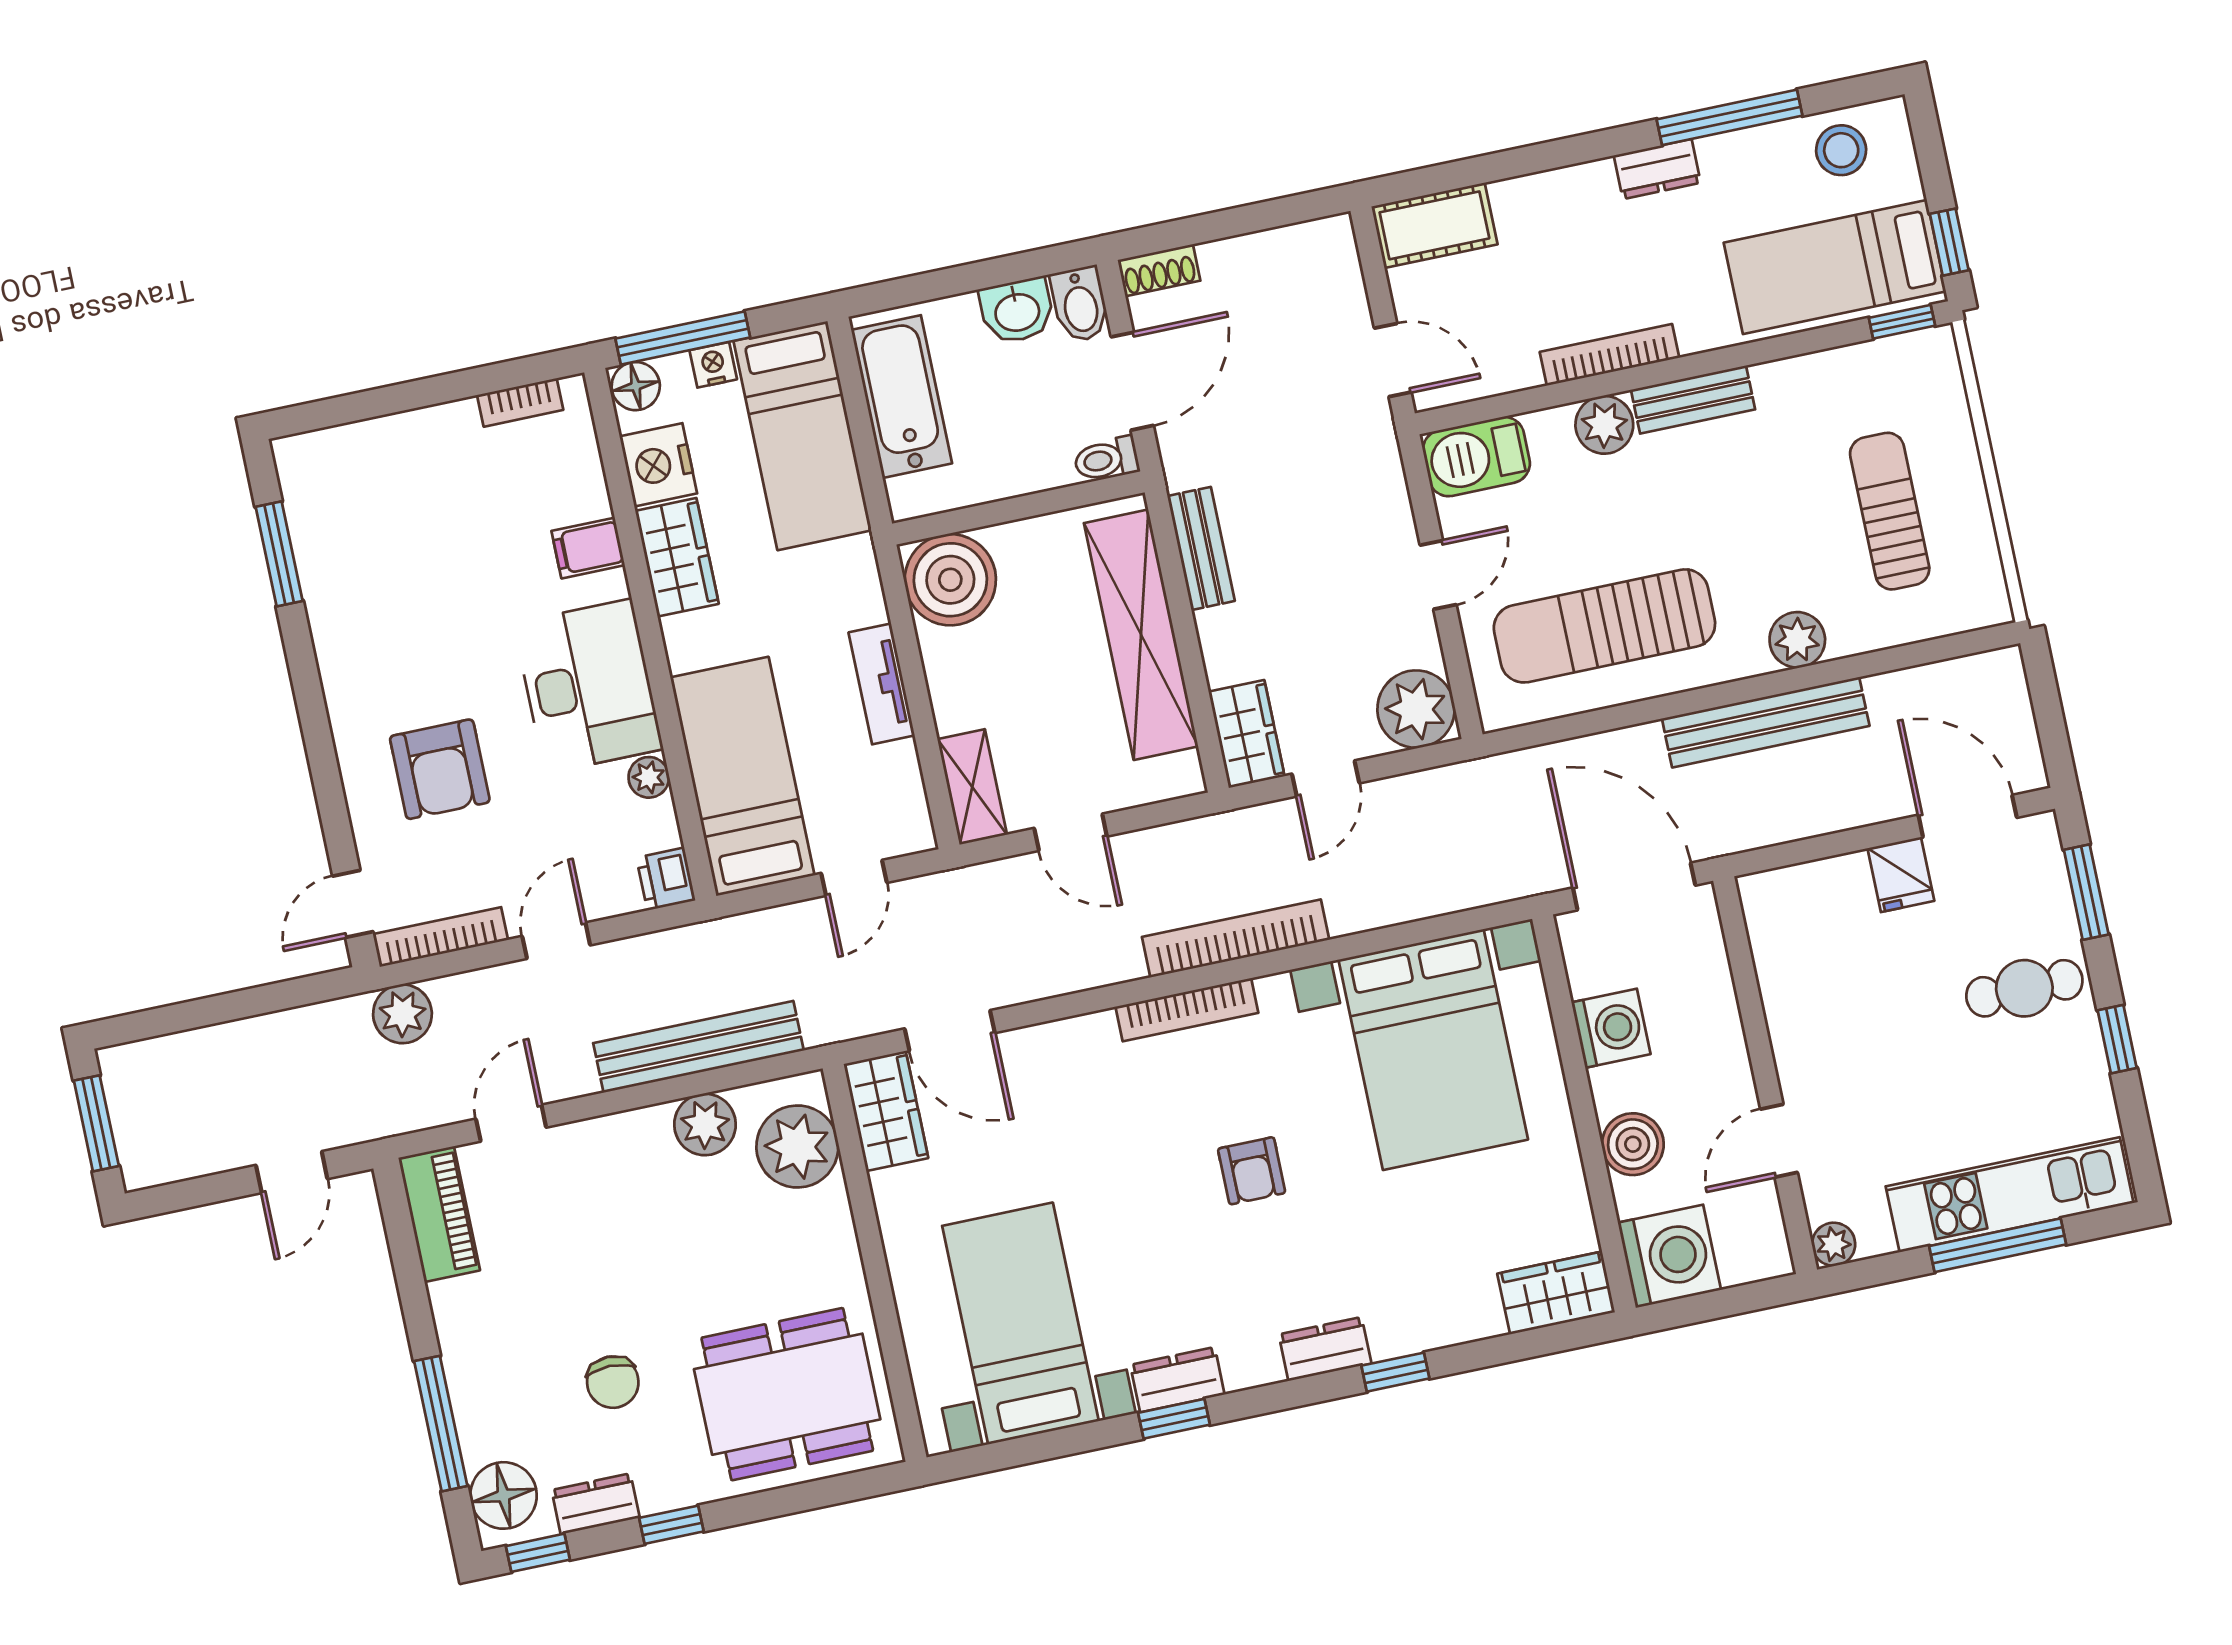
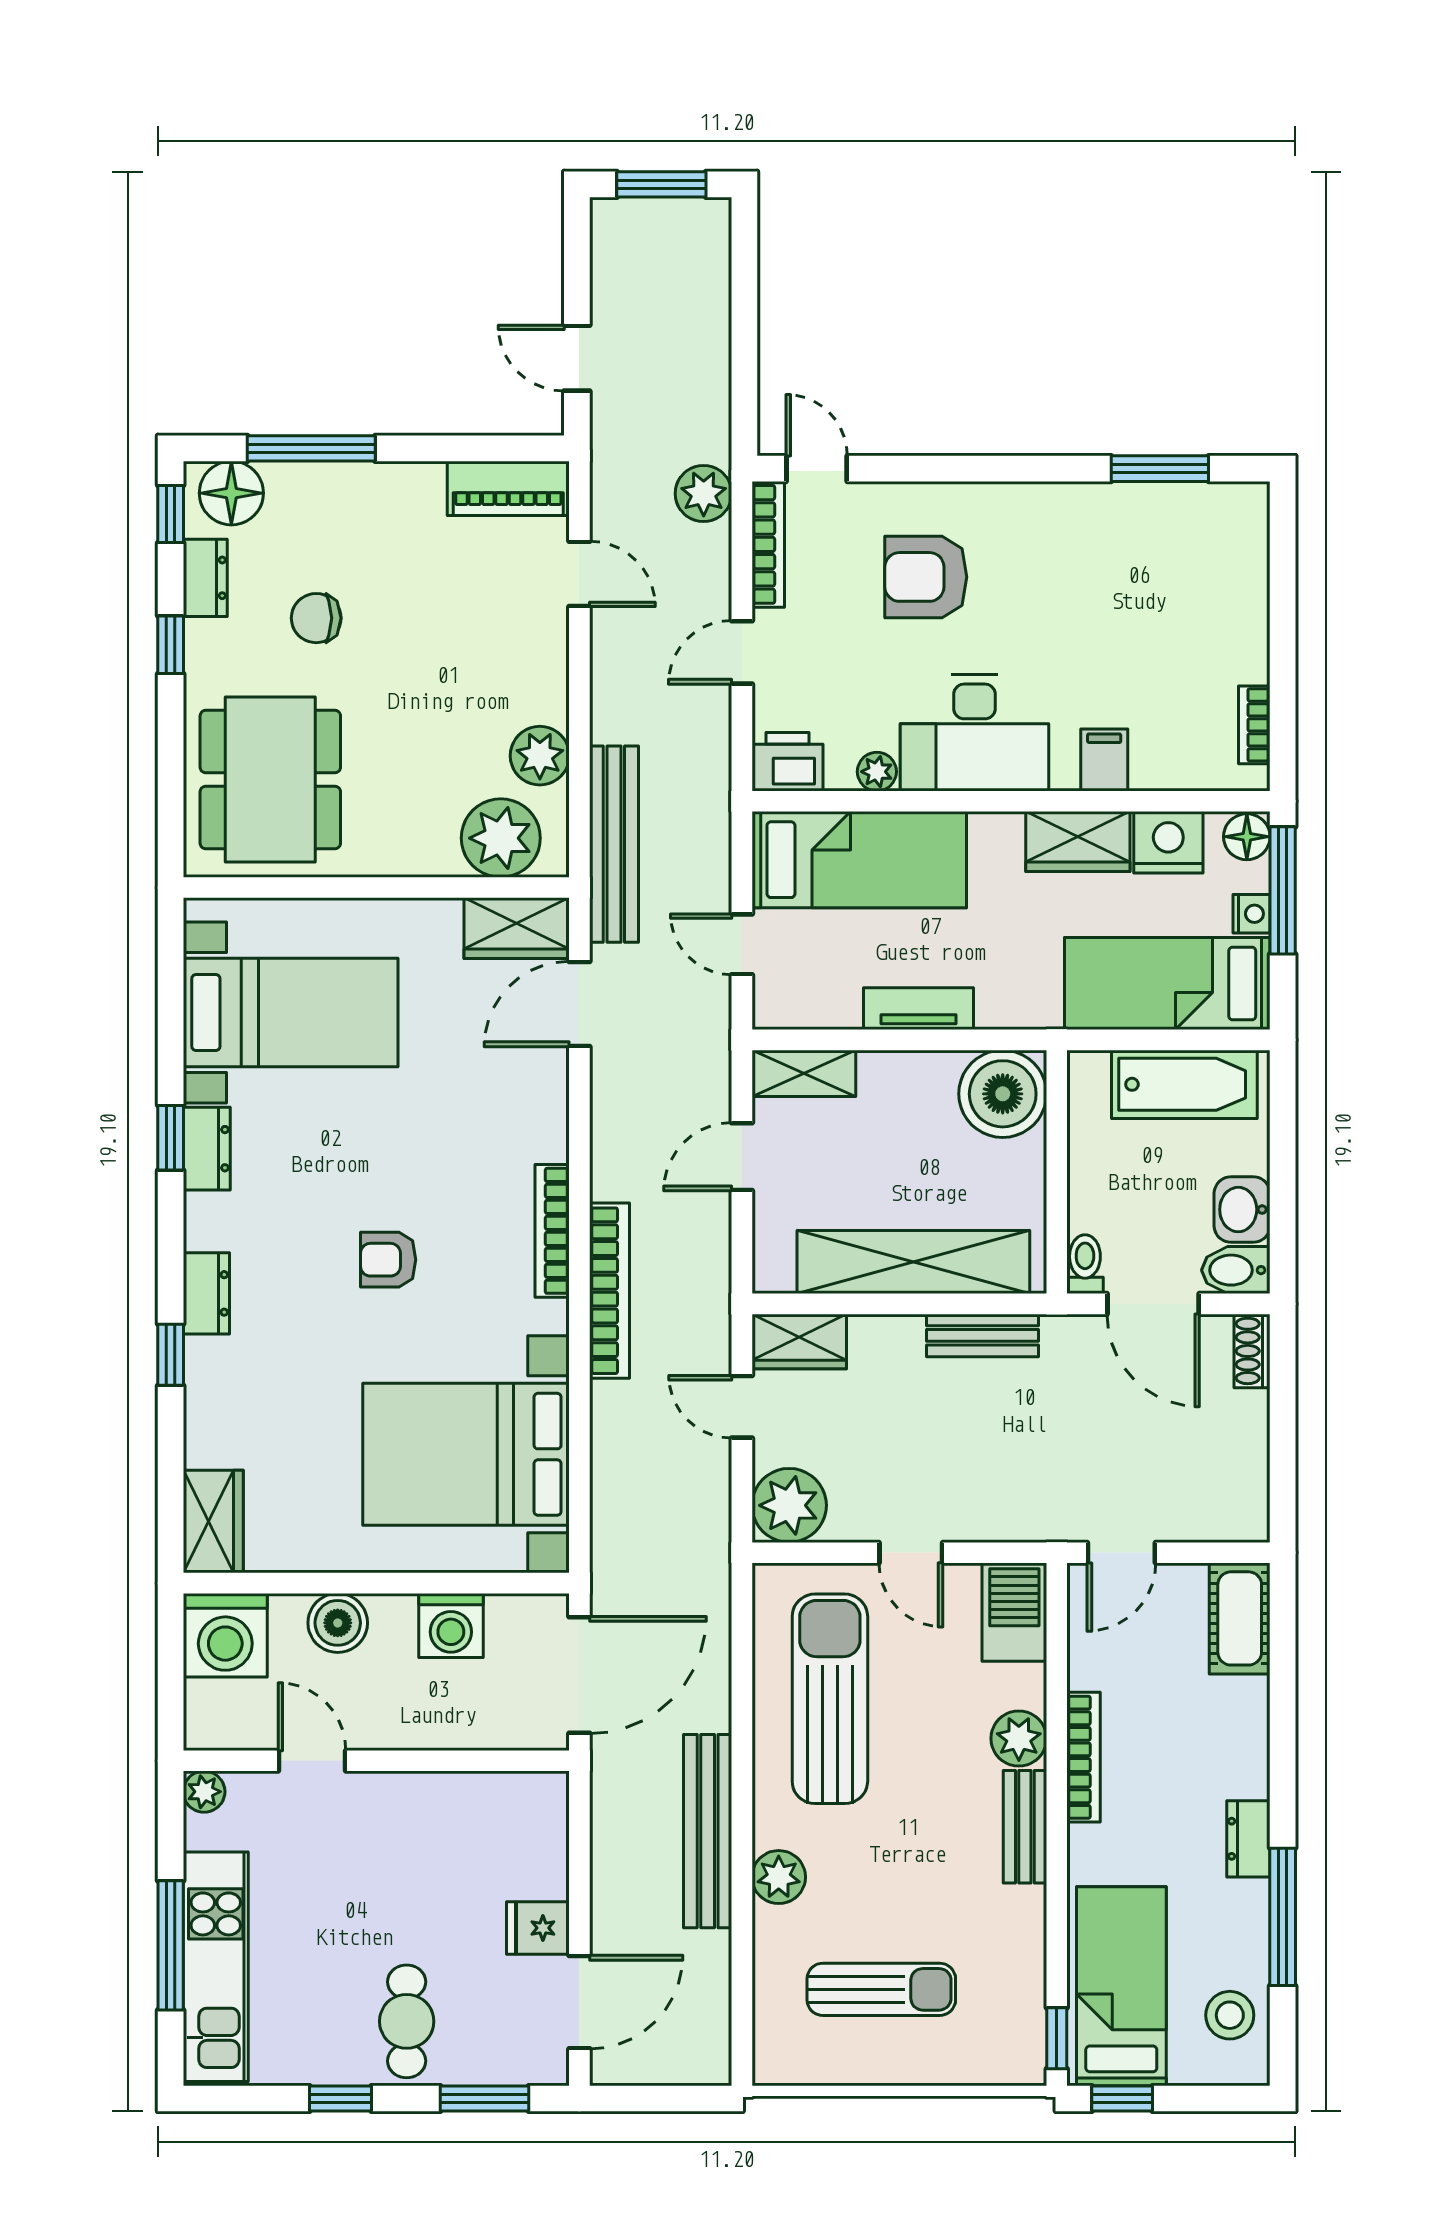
printer: (666, 879) -> (787, 762), width x1.36, depth x1.24
door: (556, 941) -> (742, 652), swing flipped
bench: (698, 1047) -> (614, 844), moved

